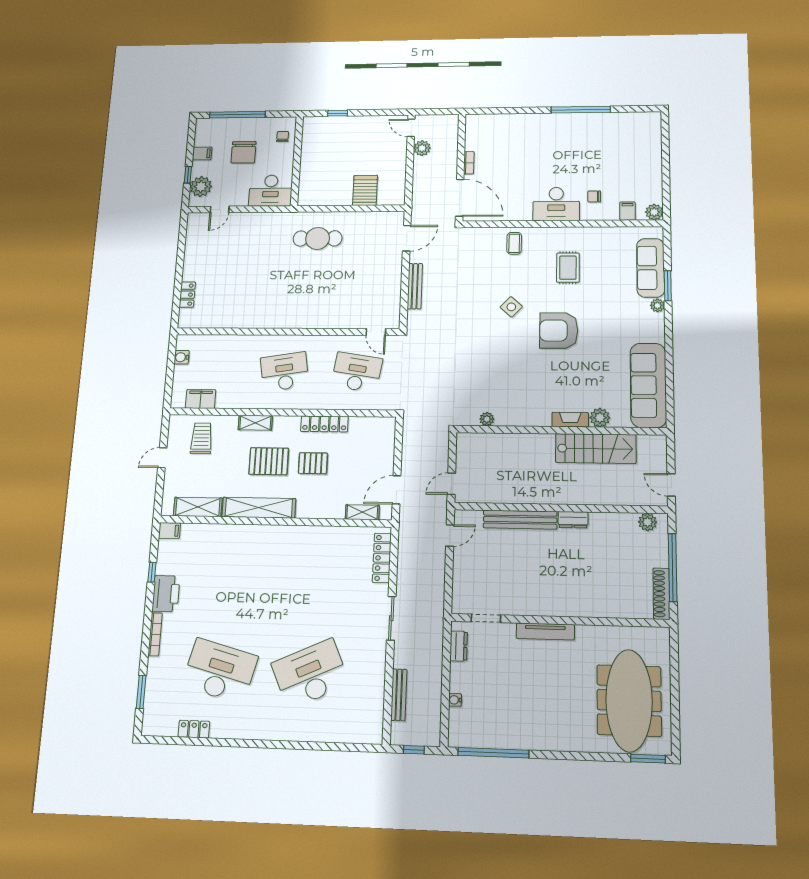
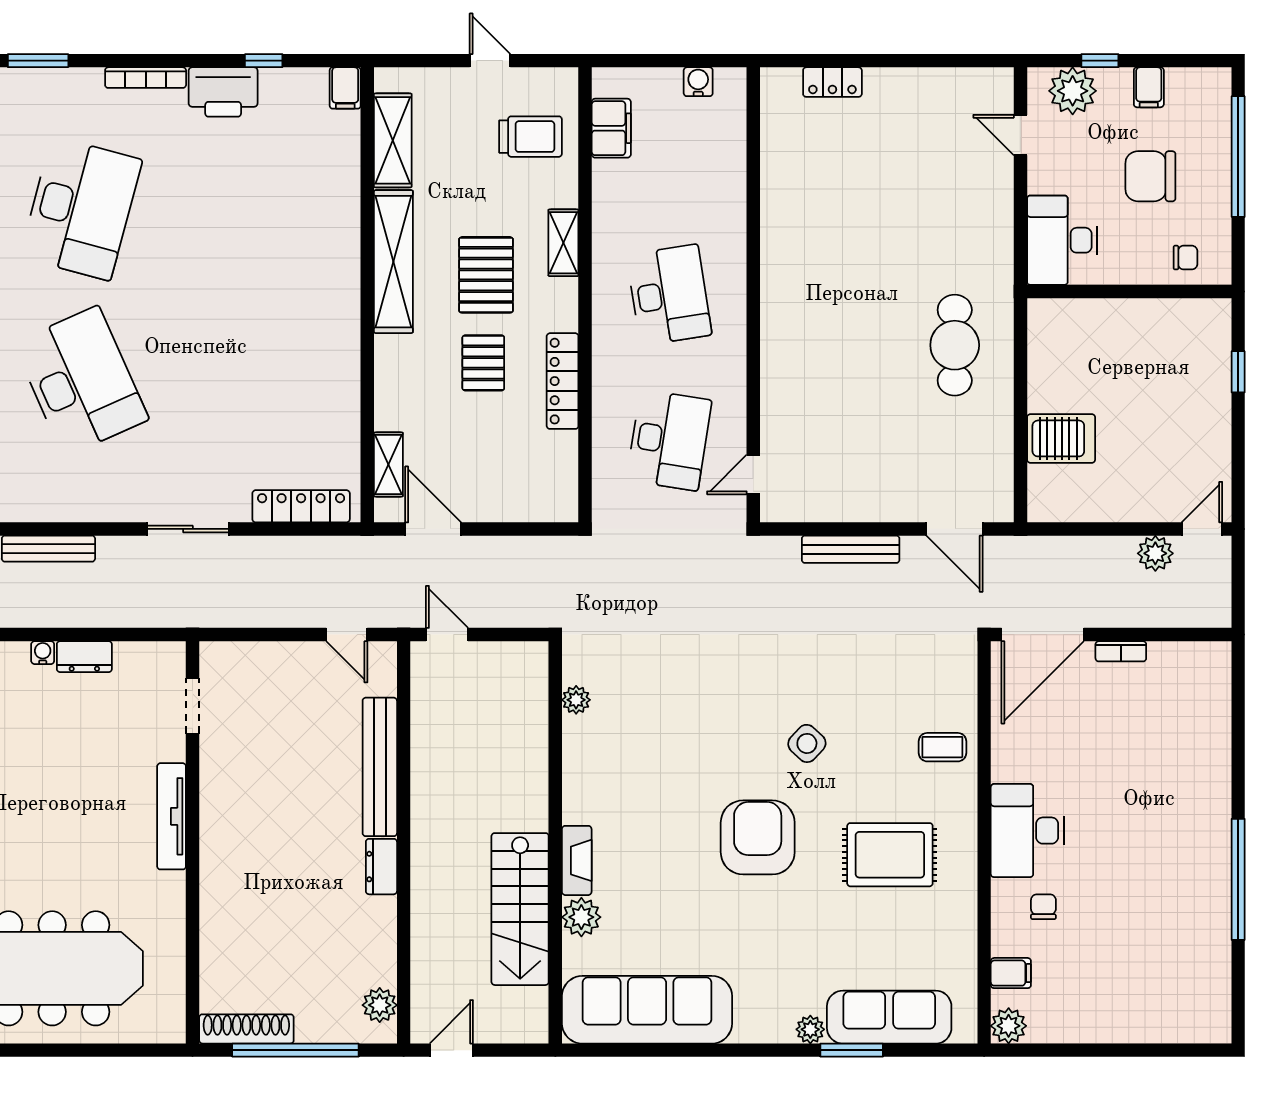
rug: (568, 268) -> (890, 855), width x1.36, depth x1.43
dresser: (459, 646) -> (84, 657), moved

